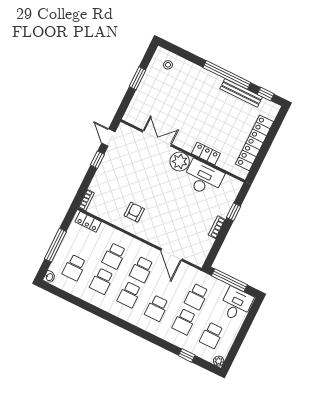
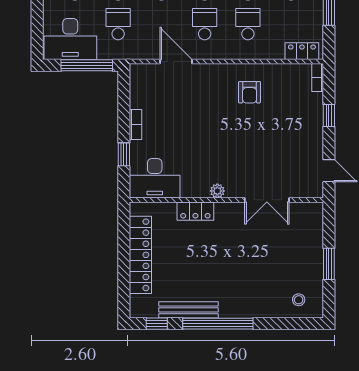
window: (97, 160) -> (329, 116), moved
plant: (180, 162) -> (217, 191), width x0.53, depth x0.53
desk: (203, 178) -> (155, 178), moved
desk: (236, 304) -> (70, 39), width x1.37

